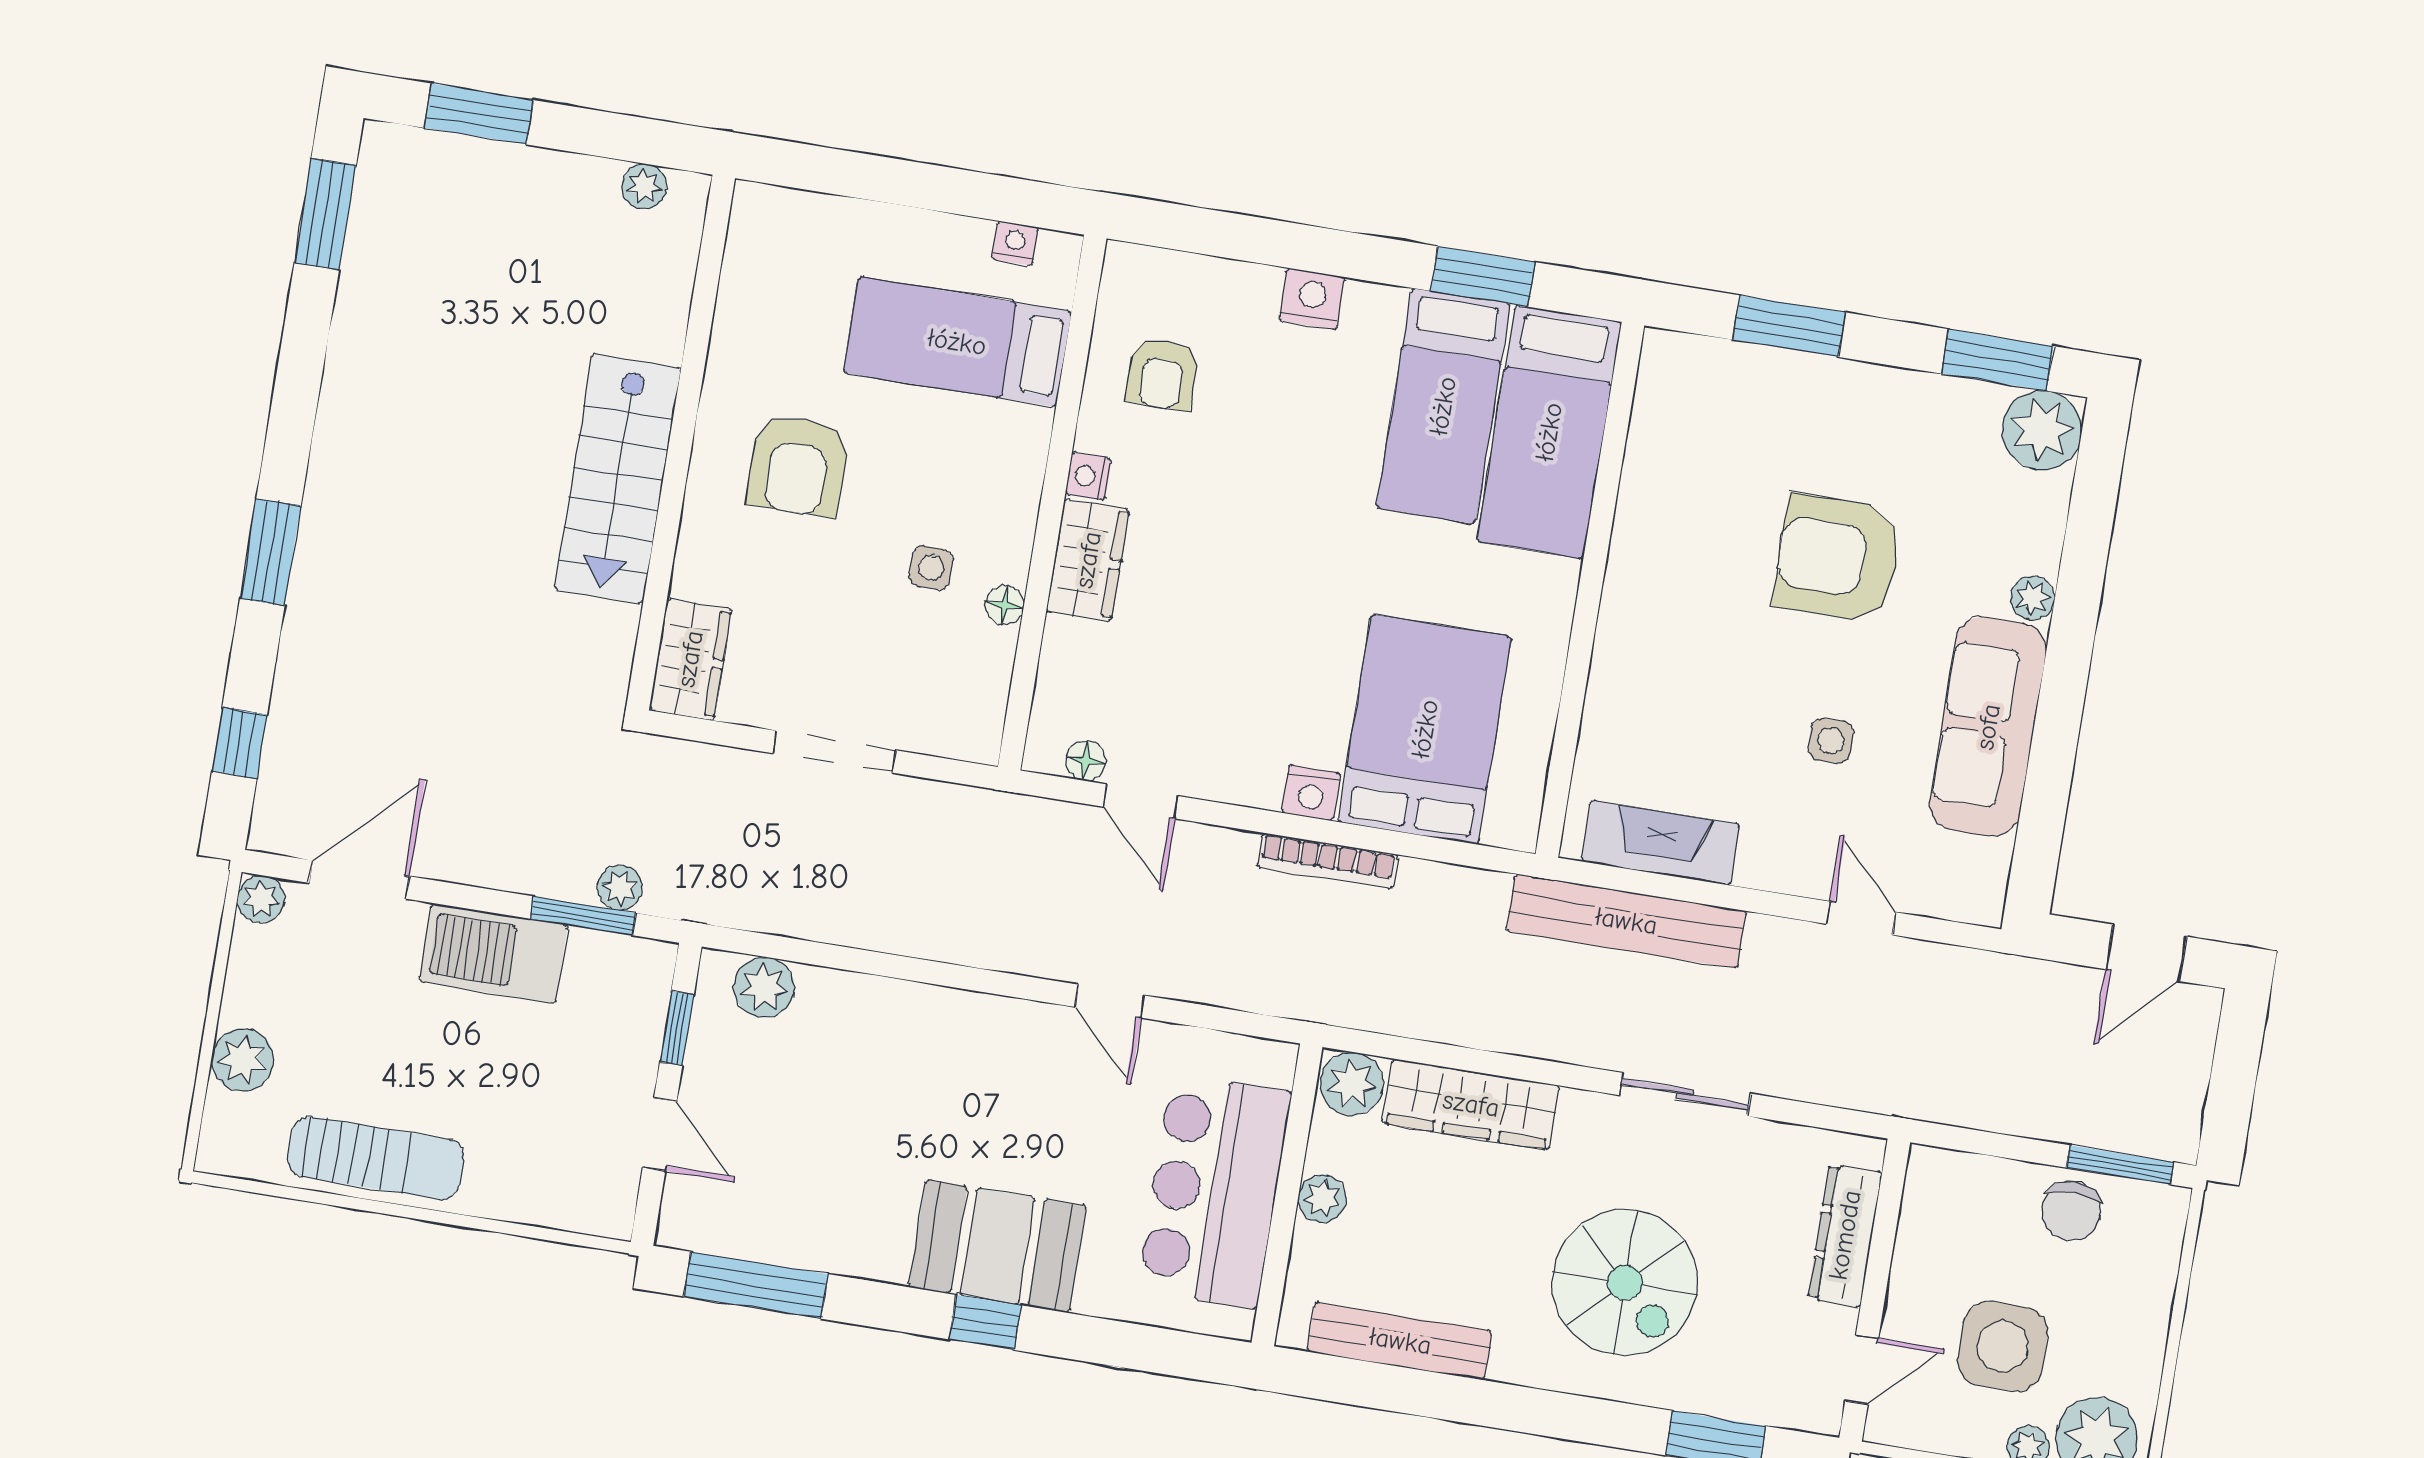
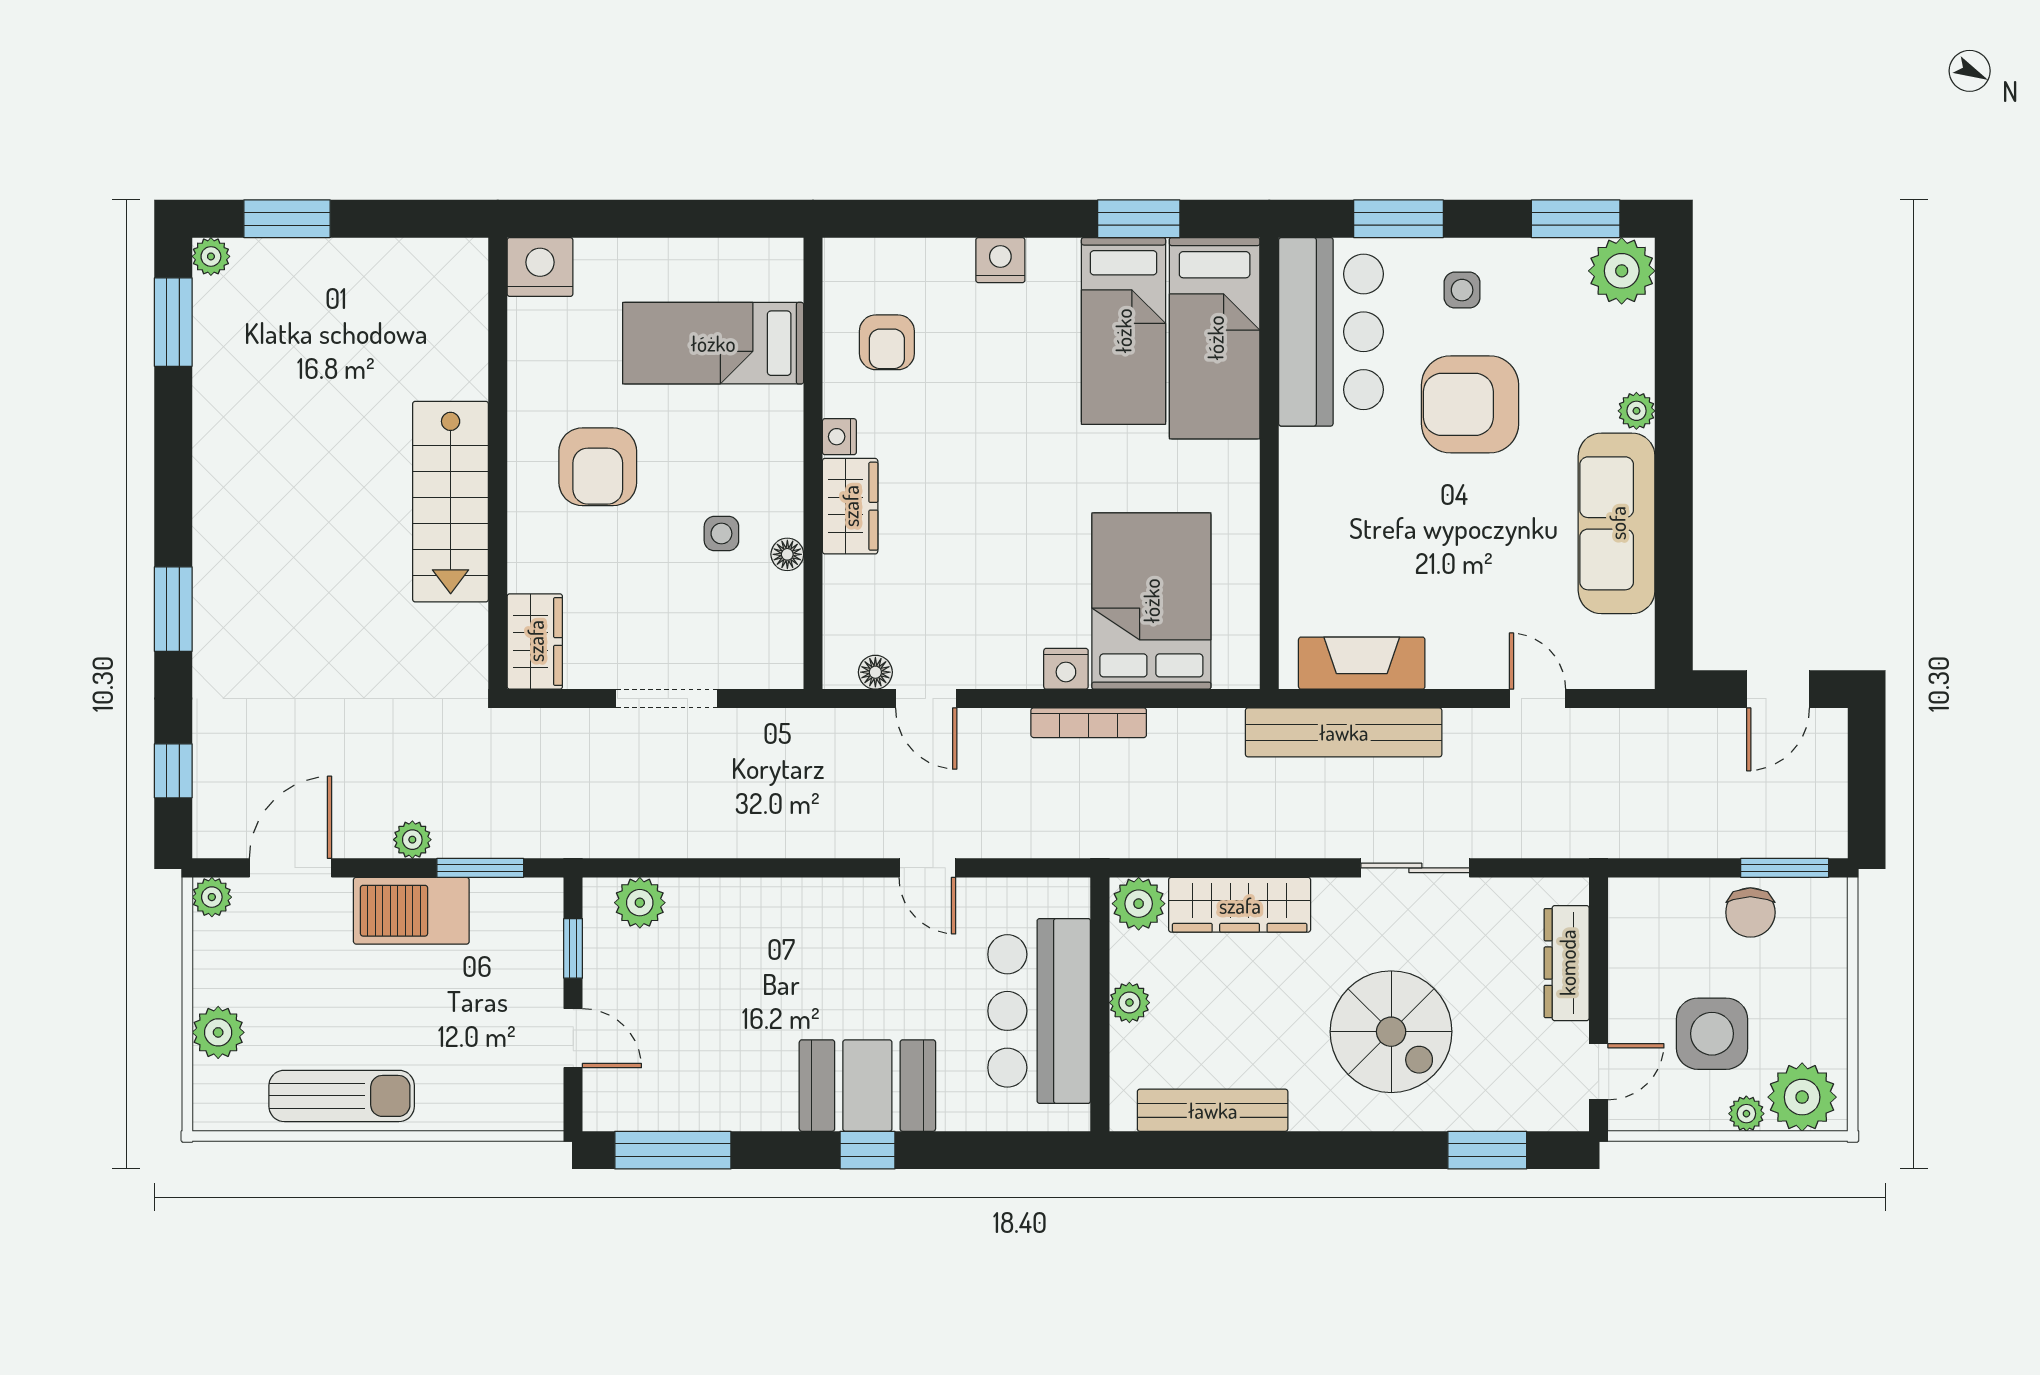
plant: (644, 186) -> (211, 256), moved
nightstand: (1015, 243) -> (540, 267), moved, width x1.89, depth x1.79
bar counter: (1688, 446) -> (1331, 332), added
side table: (1831, 741) -> (1462, 290), moved
plant: (620, 888) -> (412, 840), moved

